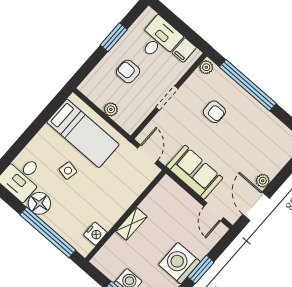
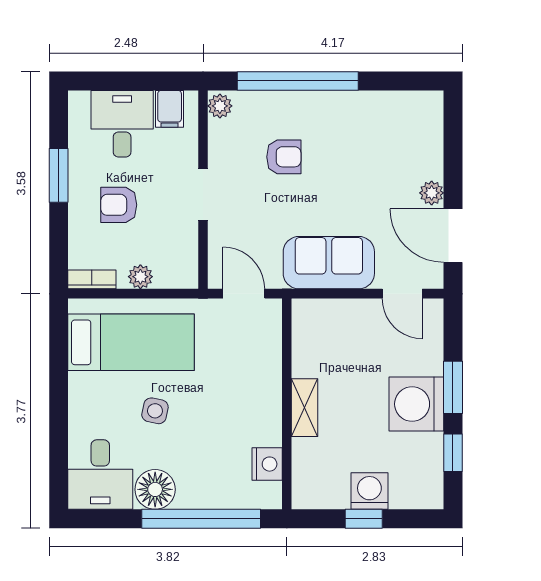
bookcase: (90, 93) -> (92, 279), added

